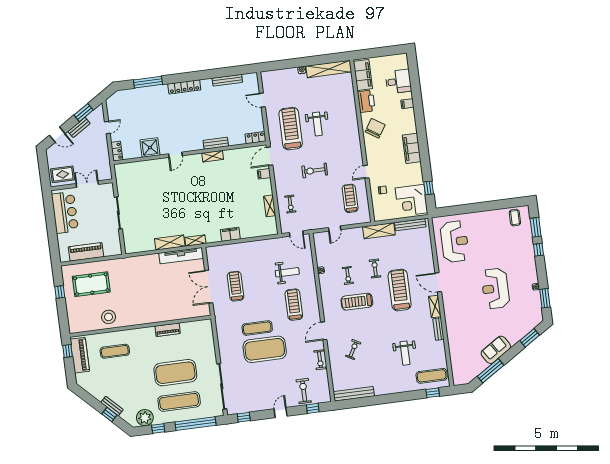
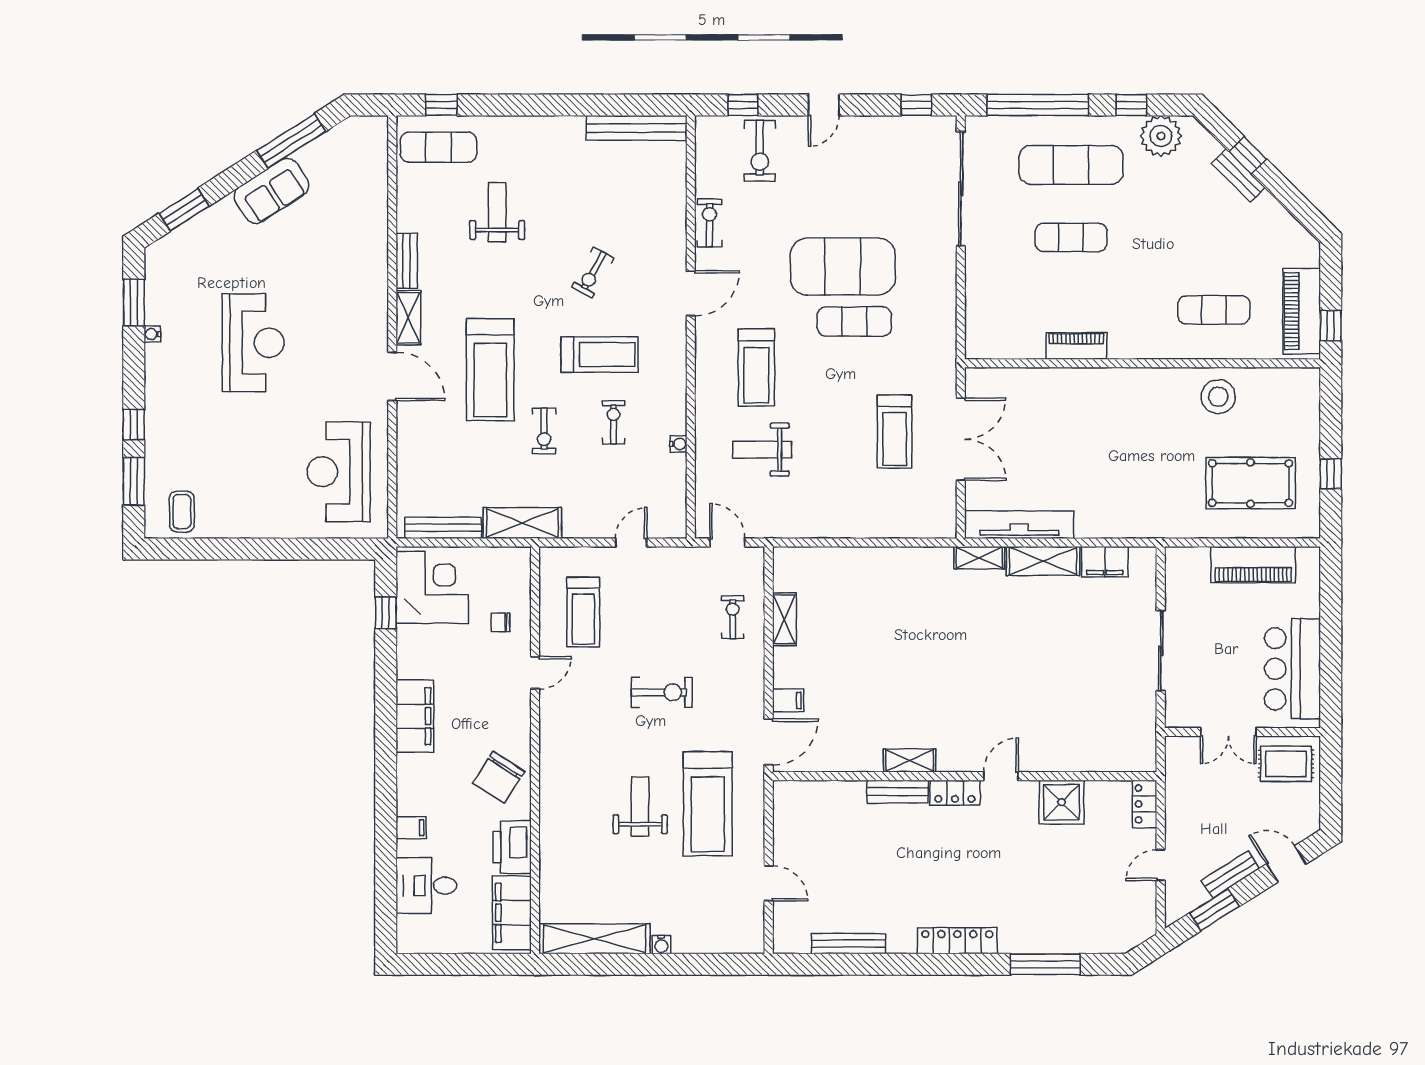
locker: (256, 138) -> (955, 793), moved
filing cabinet: (230, 234) -> (1105, 562), moved
exercise bike: (353, 349) -> (593, 272), moved
exercise mat: (175, 373) -> (1071, 237), width x0.50, depth x0.69

